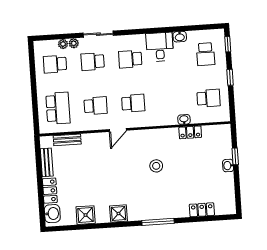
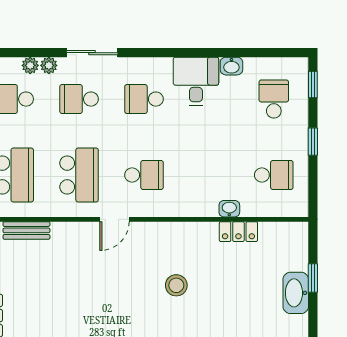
school desk: (206, 54) -> (274, 99), turned 180
school desk: (96, 106) -> (79, 175), width x1.85
washbasin: (228, 166) -> (296, 293), width x1.91, depth x1.45

